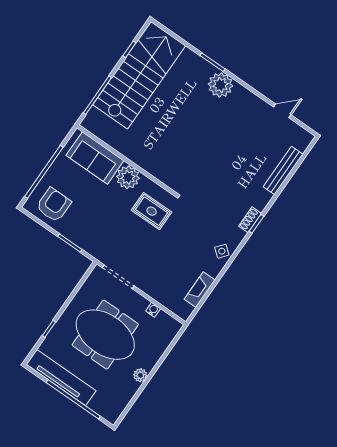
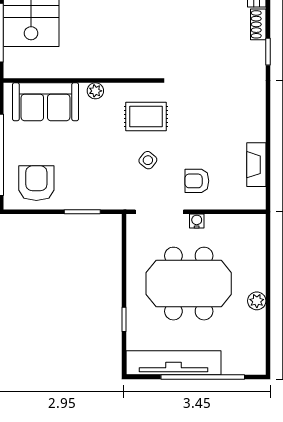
plant: (128, 177) -> (95, 91), width x0.53, depth x0.53
shoe rack: (250, 220) -> (258, 24), moved
side table: (222, 251) -> (148, 160), moved
armchair: (155, 274) -> (197, 181), added
water cooler: (153, 310) -> (197, 221), moved

